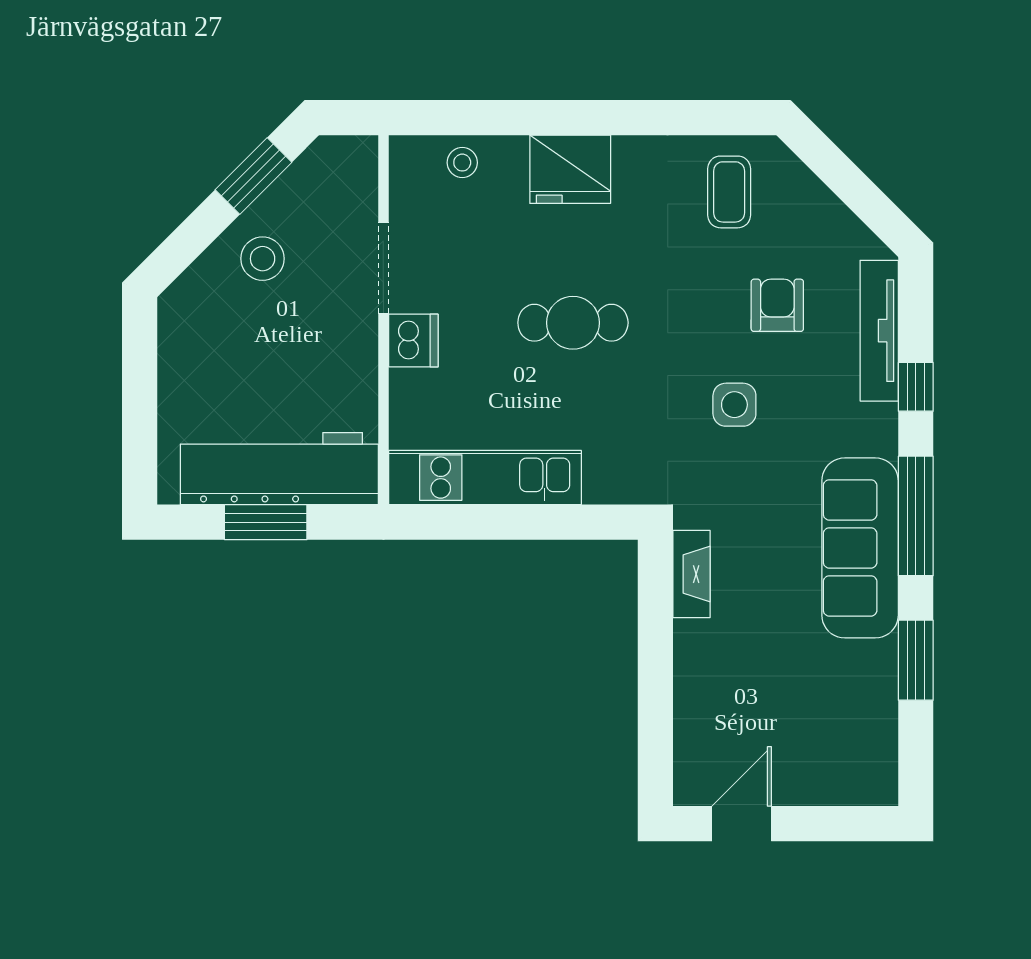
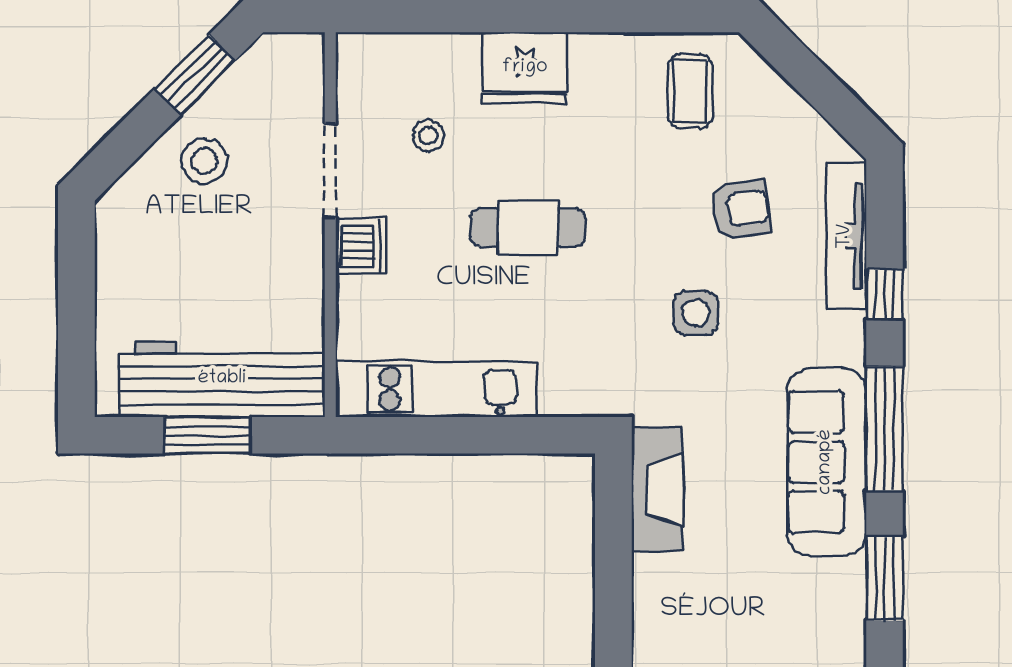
stool: (462, 163) -> (428, 135), moved
armchair: (777, 305) -> (740, 209), turned 82
fireplace: (691, 574) -> (657, 489), width x1.37, depth x1.32

